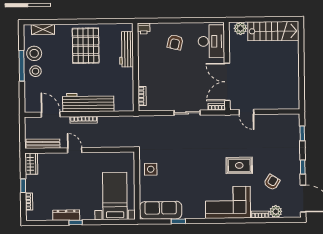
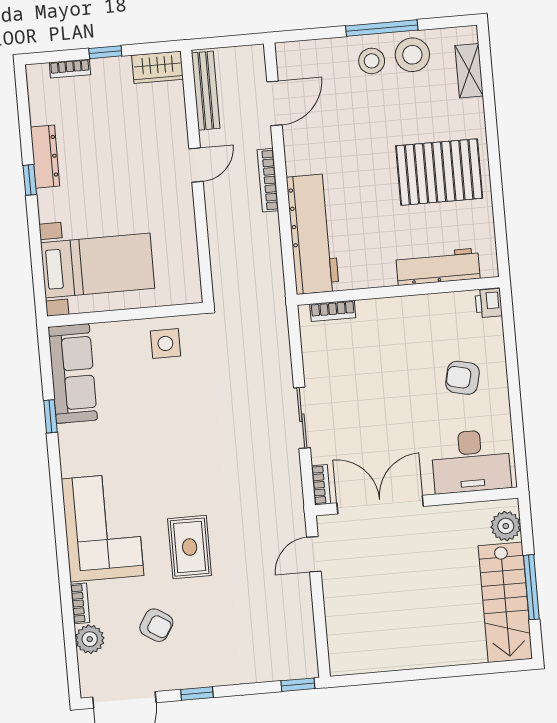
window: (268, 19) -> (531, 587), added
workbench: (88, 102) -> (313, 234), moved
window: (302, 133) -> (298, 685), moved

